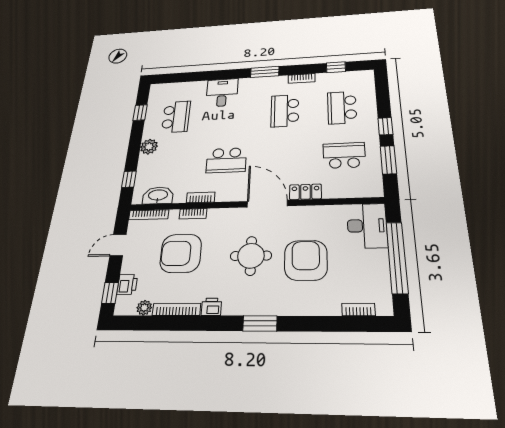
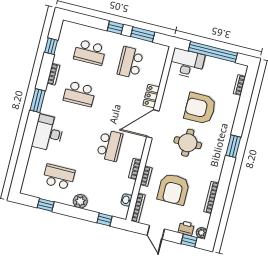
desk: (222, 93) -> (48, 133), width x1.37
washbasin: (158, 195) -> (126, 200), width x0.52, depth x0.69
printer: (211, 307) -> (215, 175), removed
plant: (144, 308) -> (201, 233), moved

